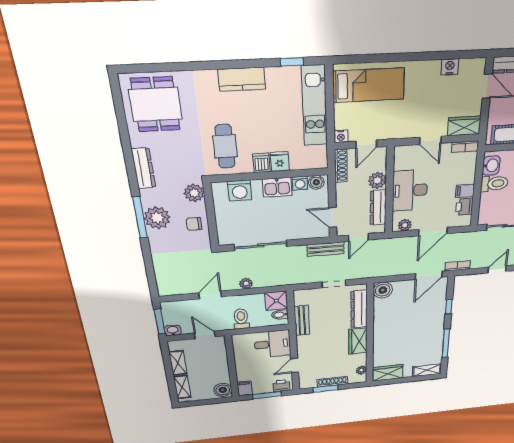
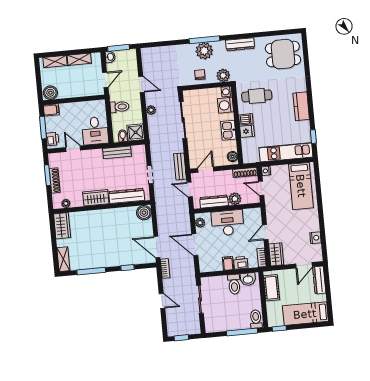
washing machine: (300, 183) -> (227, 92), moved
printer: (464, 207) -> (241, 263), moved

